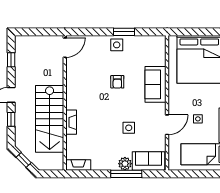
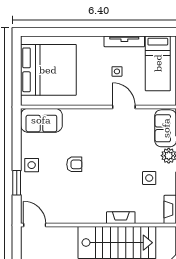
window: (124, 32) -> (17, 183), moved
sofa: (155, 84) -> (41, 120), moved
side table: (129, 128) -> (149, 178), moved

